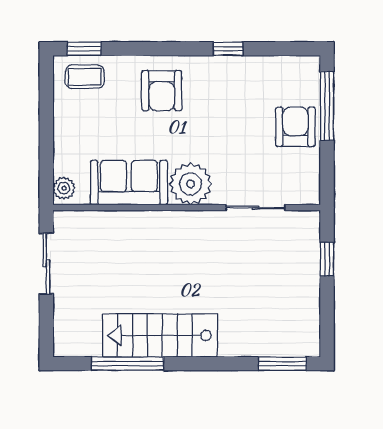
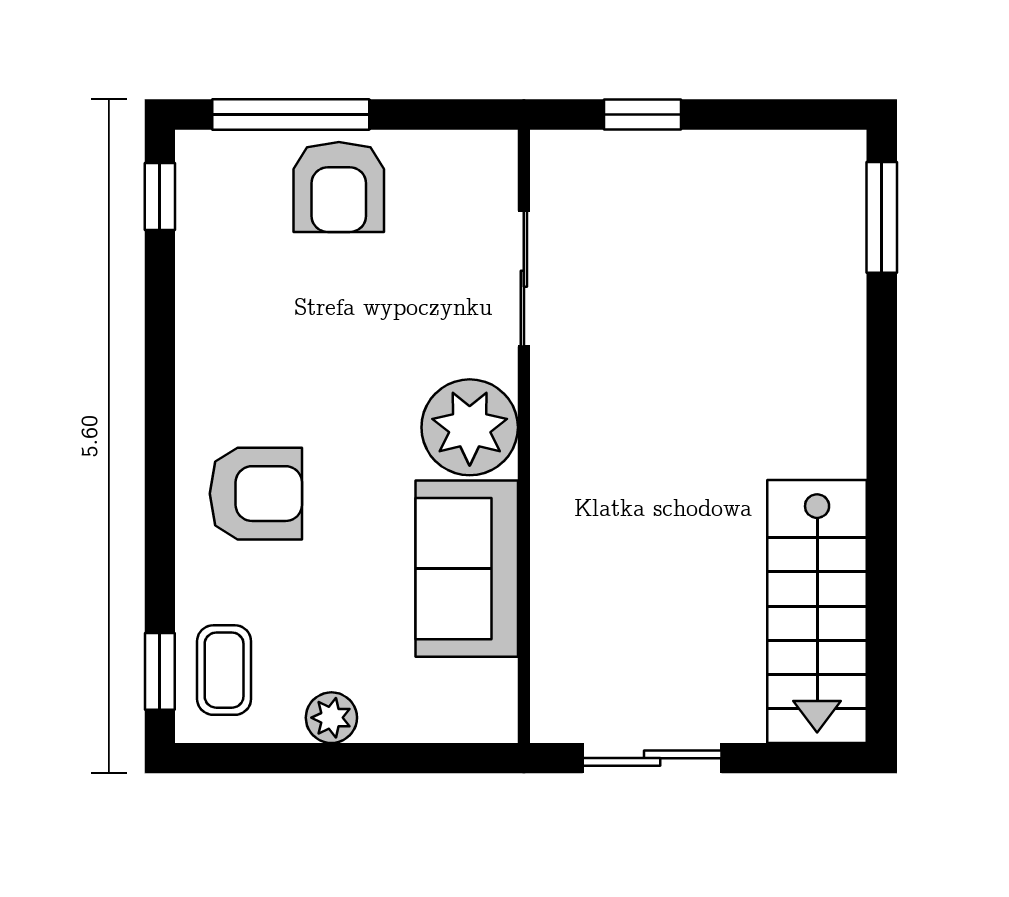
window: (228, 49) -> (160, 196), moved
armchair: (295, 127) -> (339, 187), turned -90
plant: (64, 188) -> (331, 718), moved
stairs: (160, 335) -> (817, 611), moved
window: (128, 364) -> (882, 572), removed

